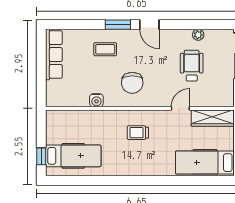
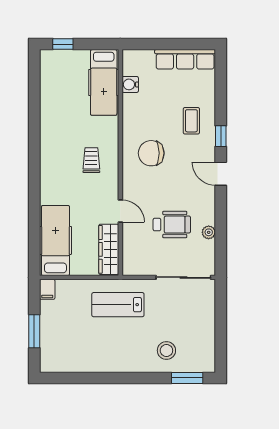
window: (118, 25) -> (221, 136), width x0.67
door: (149, 25) -> (221, 174), hinge flipped
water cooler: (96, 100) -> (130, 84), moved
hospital bed: (73, 156) -> (104, 82), moved

